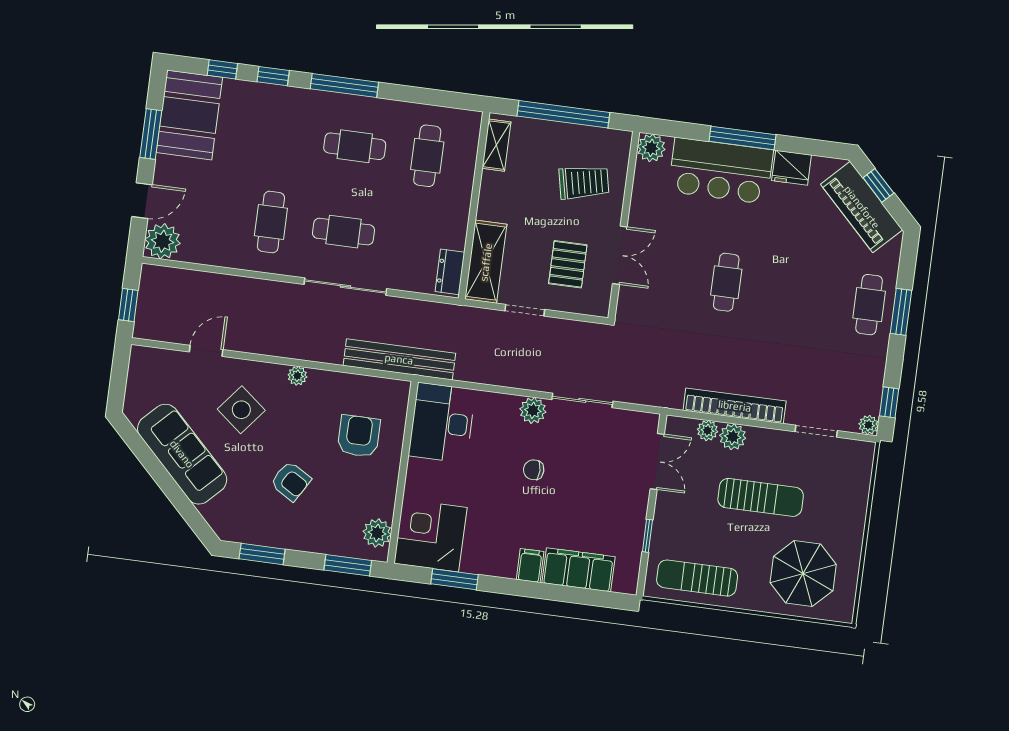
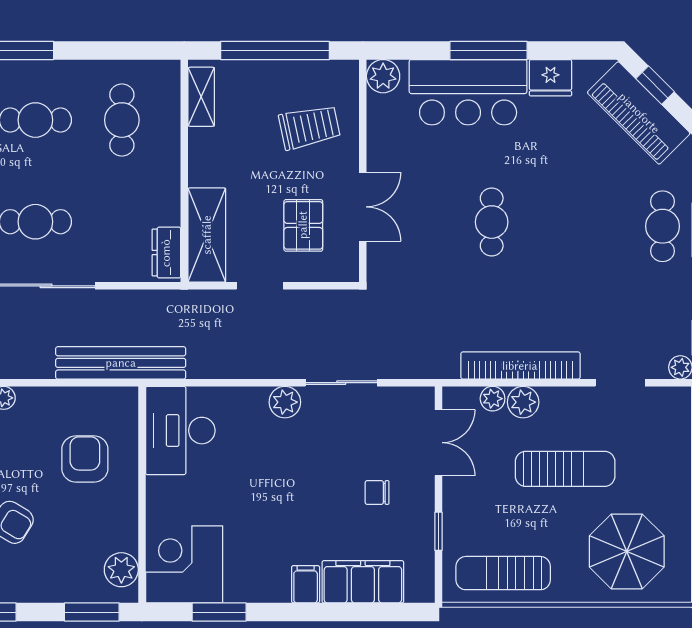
chair: (534, 470) -> (377, 492), moved

